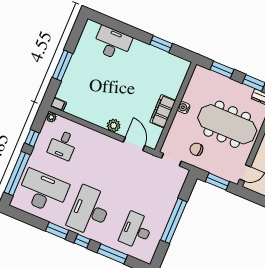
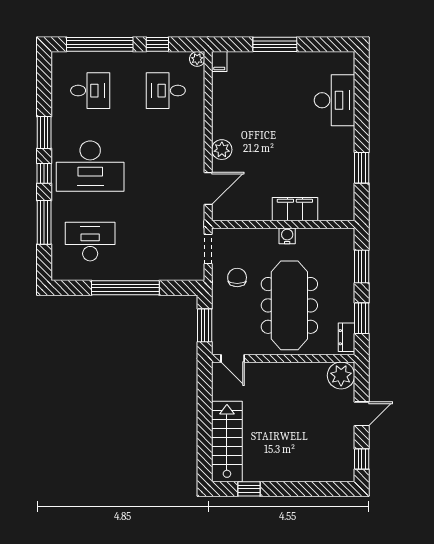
filing cabinet: (163, 111) -> (295, 209), moved
desk: (43, 191) -> (90, 91), width x0.53, depth x0.77
desk: (90, 211) -> (90, 166), turned 180

